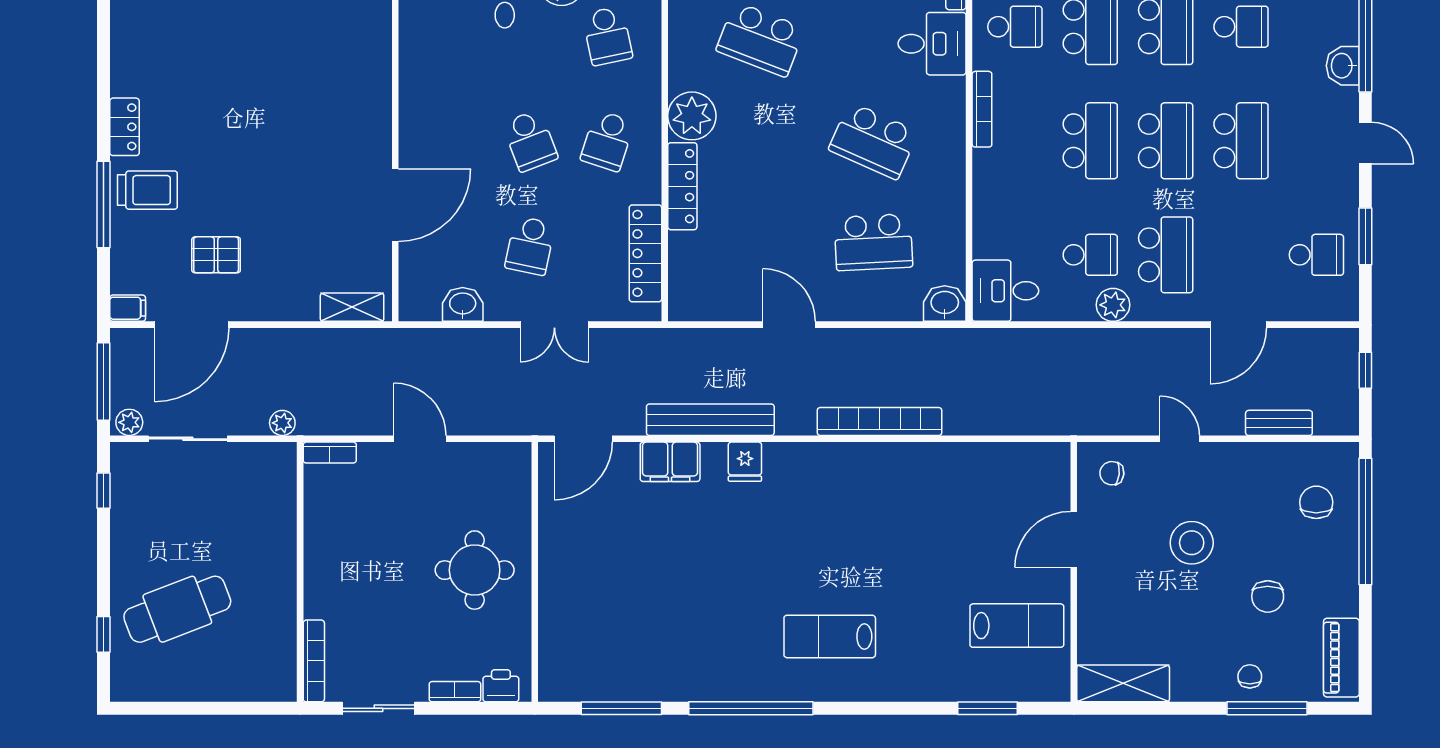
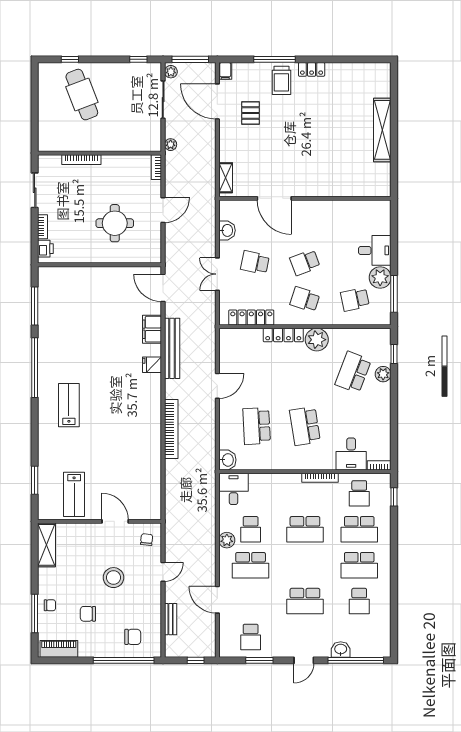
school desk: (873, 141) -> (305, 426), turned -33
school desk: (1166, 141) -> (305, 565), removed
round table: (475, 570) -> (115, 223), moved
bookcase: (314, 661) -> (81, 160), moved

